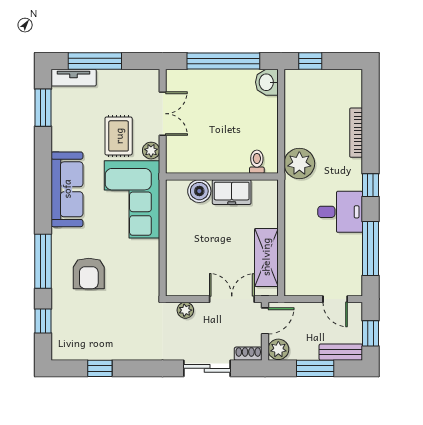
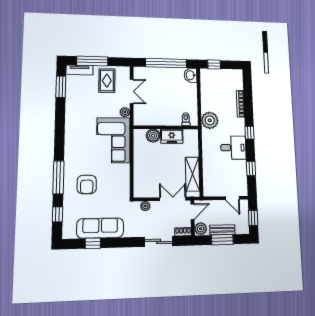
rug: (119, 136) -> (107, 81), moved
sofa: (67, 189) -> (100, 228), moved, turned -90
window: (370, 249) -> (251, 168), width x0.46
bench: (341, 352) -> (222, 230), moved

